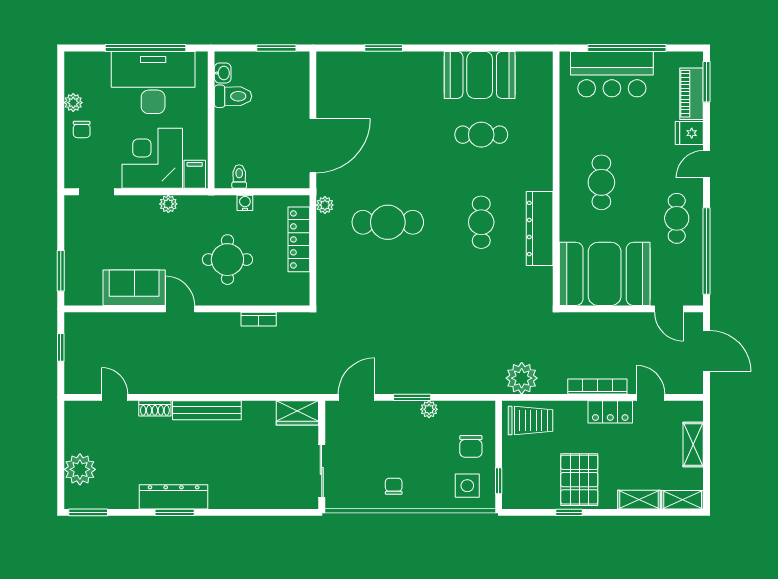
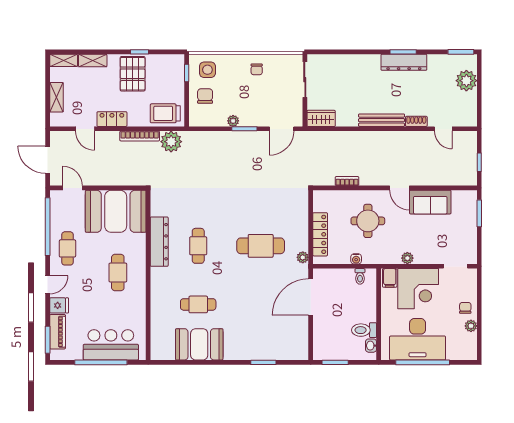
bookcase: (597, 386) -> (140, 136), moved

